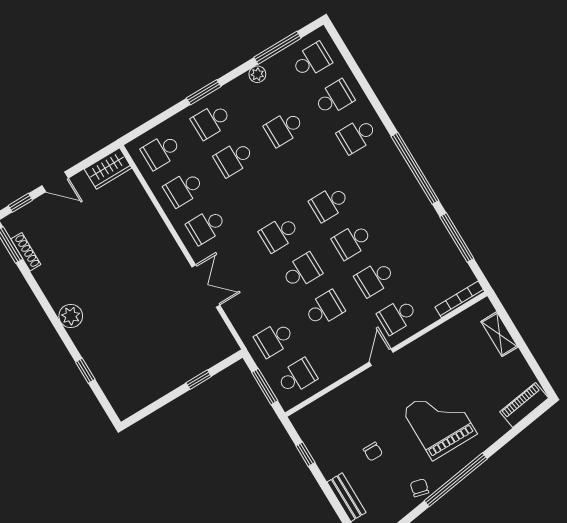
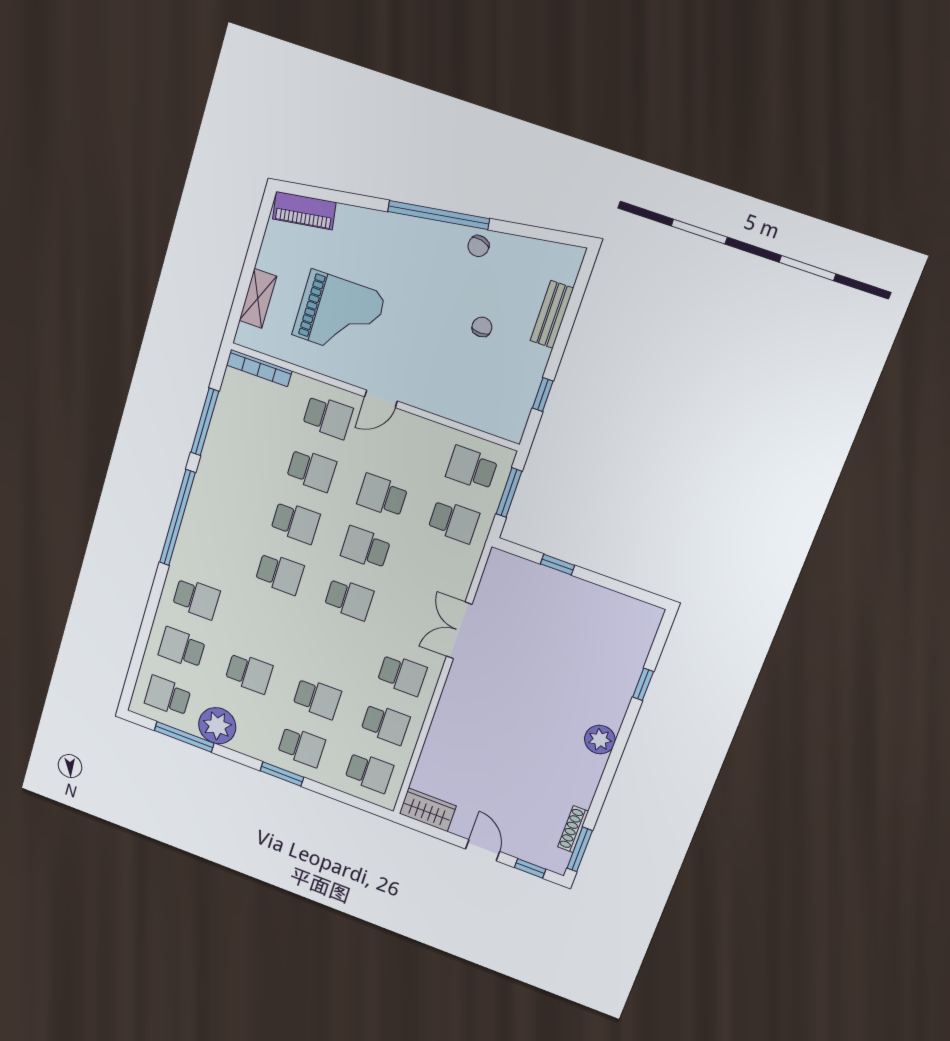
plant: (257, 74) -> (217, 726), width x1.87, depth x1.87
grand piano: (440, 422) -> (339, 315), moved, turned -90

